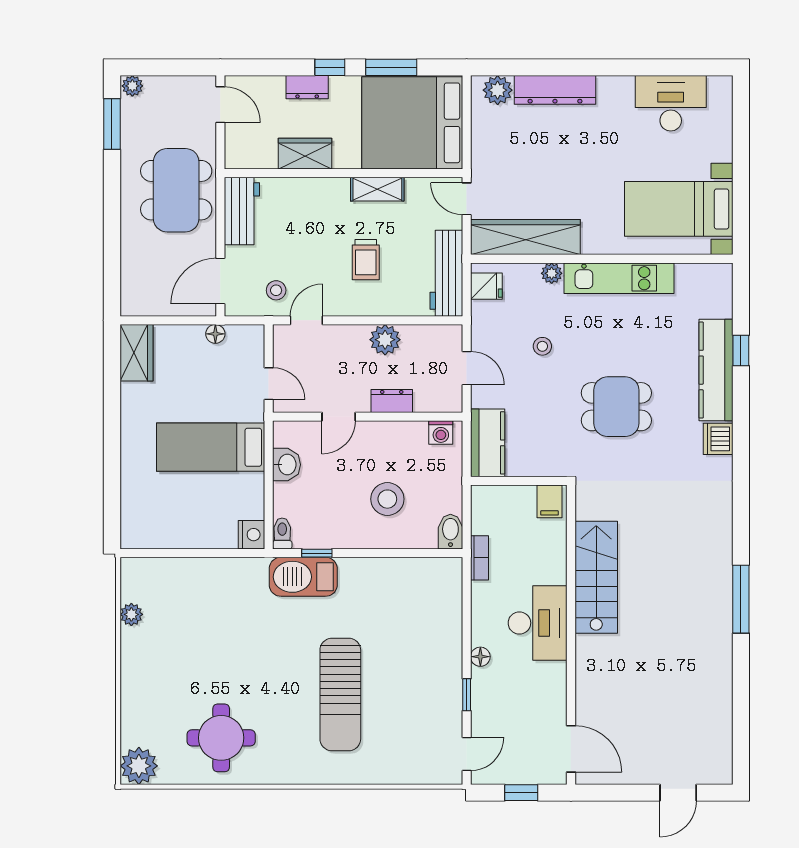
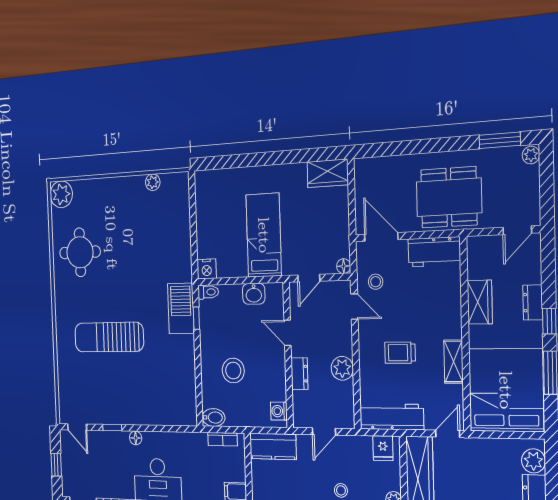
floor lamp: (215, 334) -> (344, 266), moved
bookcase: (480, 558) -> (223, 439), moved

